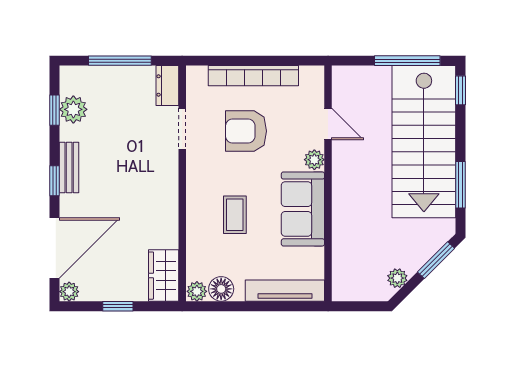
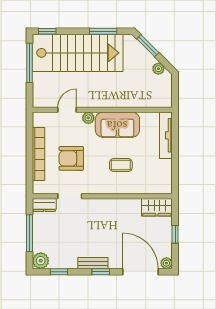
plant: (73, 109) -> (41, 261), moved
armchair: (246, 131) -> (71, 158), turned 90
floor lamp: (221, 289) -> (165, 173), removed
plant: (197, 291) -> (166, 187), removed

